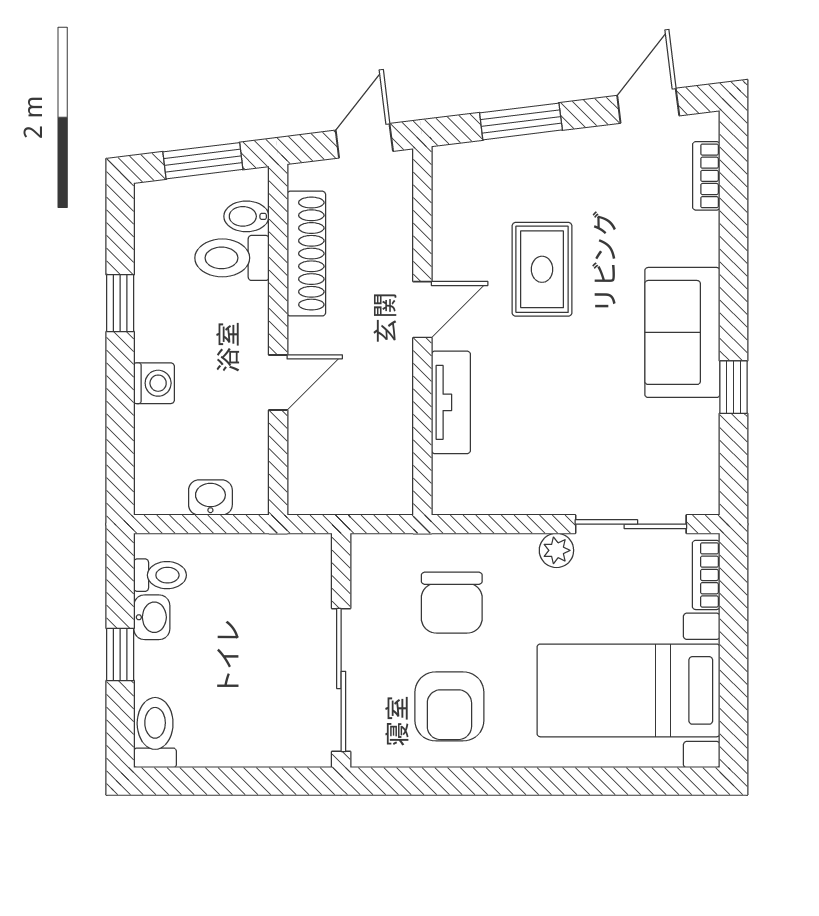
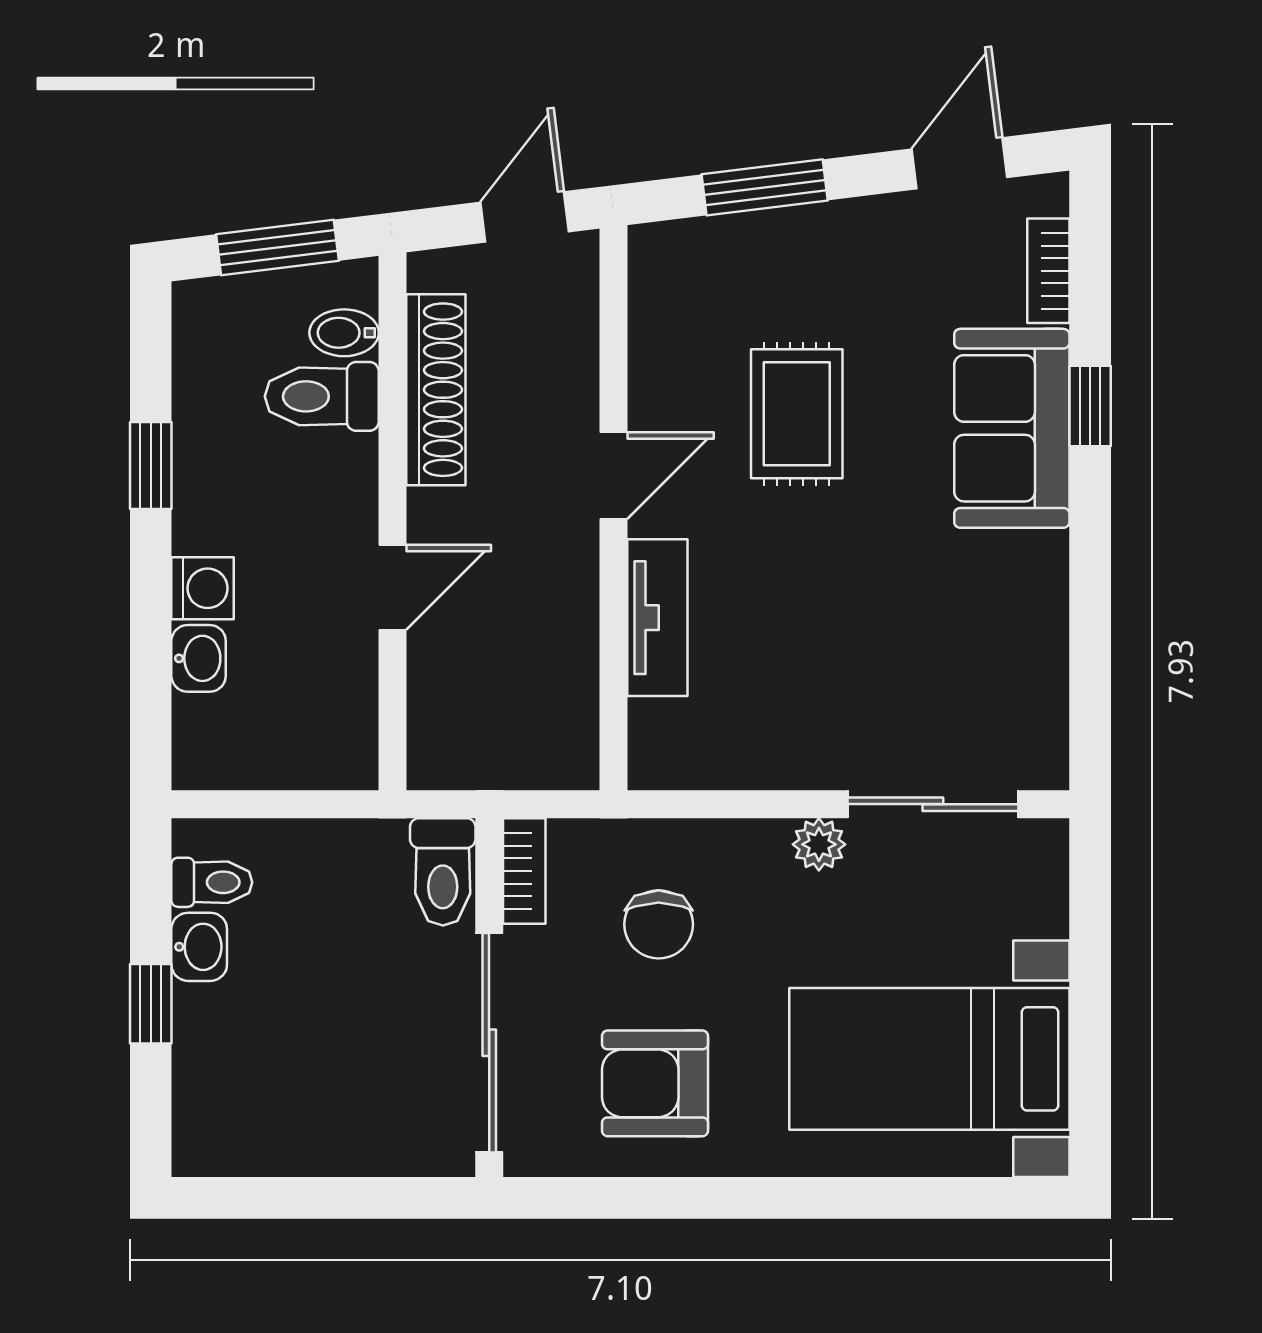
sofa: (682, 332) -> (1012, 428), moved
window: (733, 387) -> (1090, 406), moved
washbasin: (210, 497) -> (199, 658), moved, turned 90
bookcase: (706, 575) -> (524, 871), moved, turned 180
chair: (452, 603) -> (659, 924), width x0.73, depth x0.73
armchair: (449, 706) -> (655, 1083), turned 90
toilet: (155, 733) -> (443, 872), moved, turned 180

